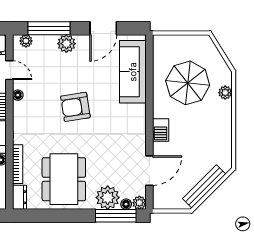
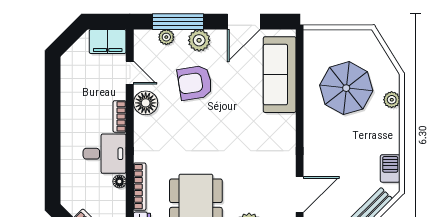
plant: (26, 41) -> (166, 37), moved
floor lamp: (18, 95) -> (146, 103), width x1.89, depth x1.89
armchair: (75, 107) -> (195, 83), moved
barbecue: (161, 130) -> (390, 168), moved, turned 180

